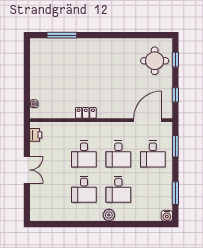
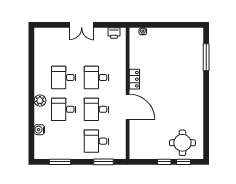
window: (175, 95) -> (164, 162), moved
door: (148, 120) -> (128, 107), moved
water cooler: (167, 216) -> (39, 130), moved

